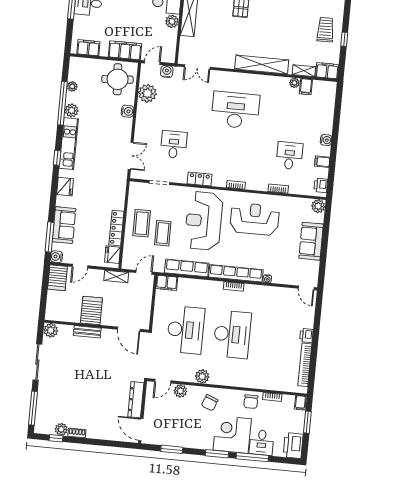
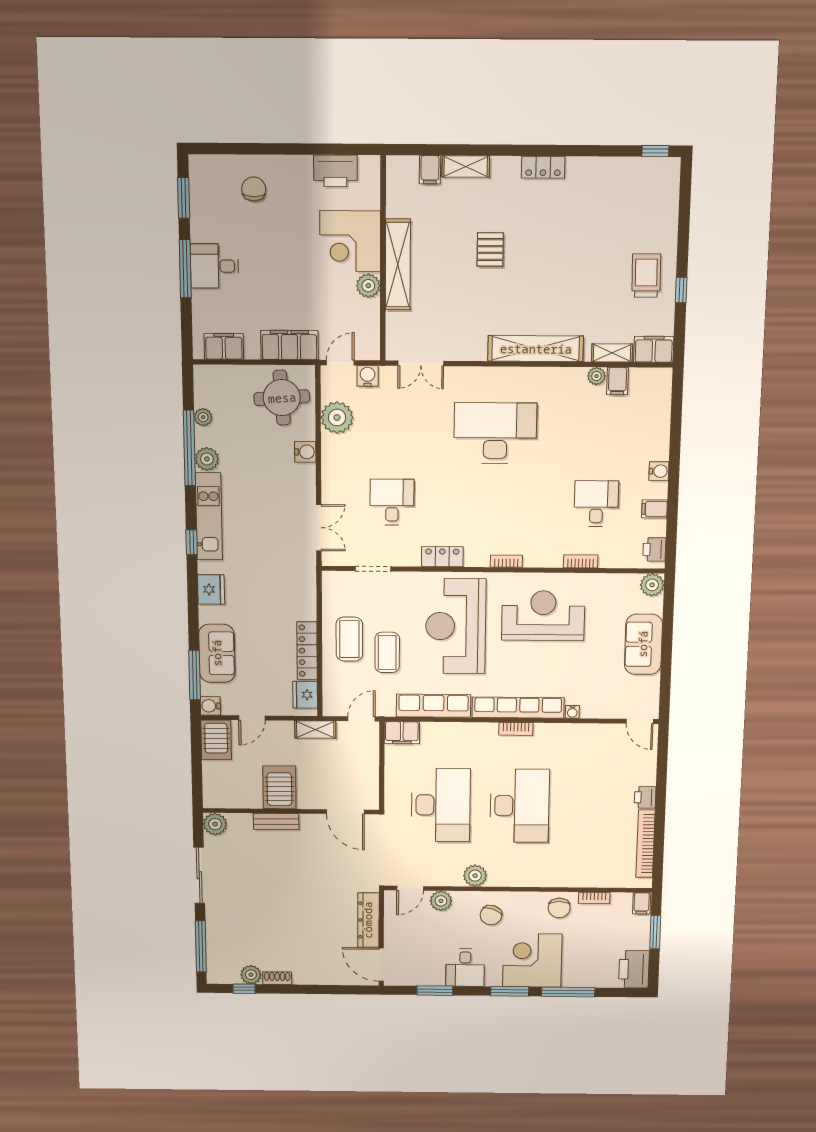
desk: (262, 442) -> (465, 968), moved

